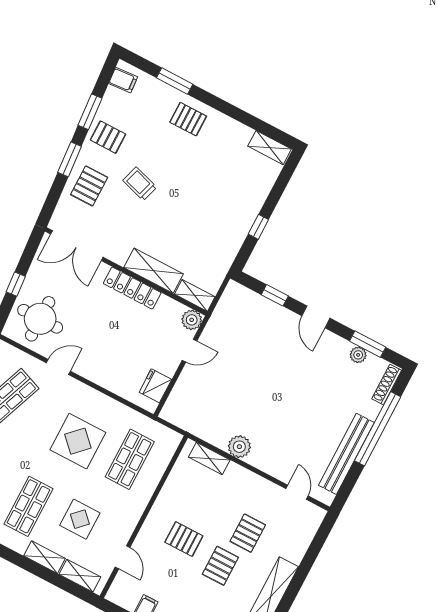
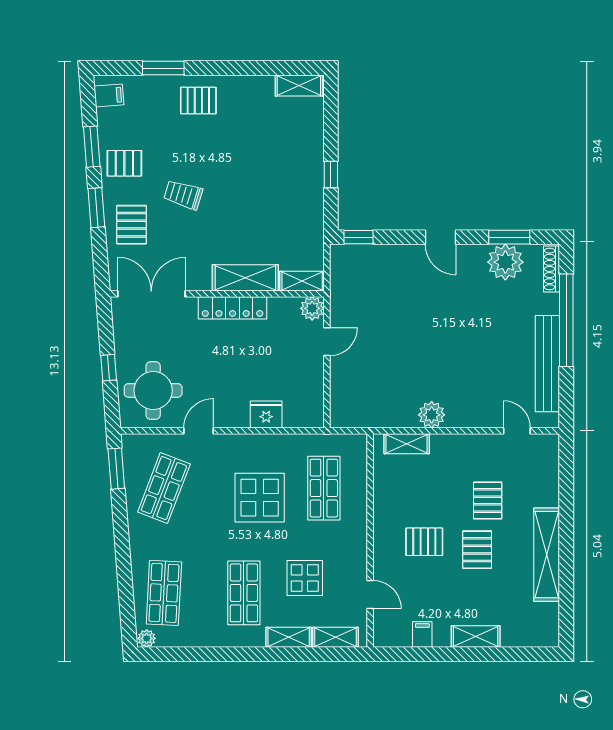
double door: (77, 246) -> (151, 294), swing flipped
window: (275, 295) -> (359, 237), moved
plant: (358, 355) -> (505, 262), width x1.87, depth x1.87
fridge: (155, 386) -> (266, 415), moved, turned 90

